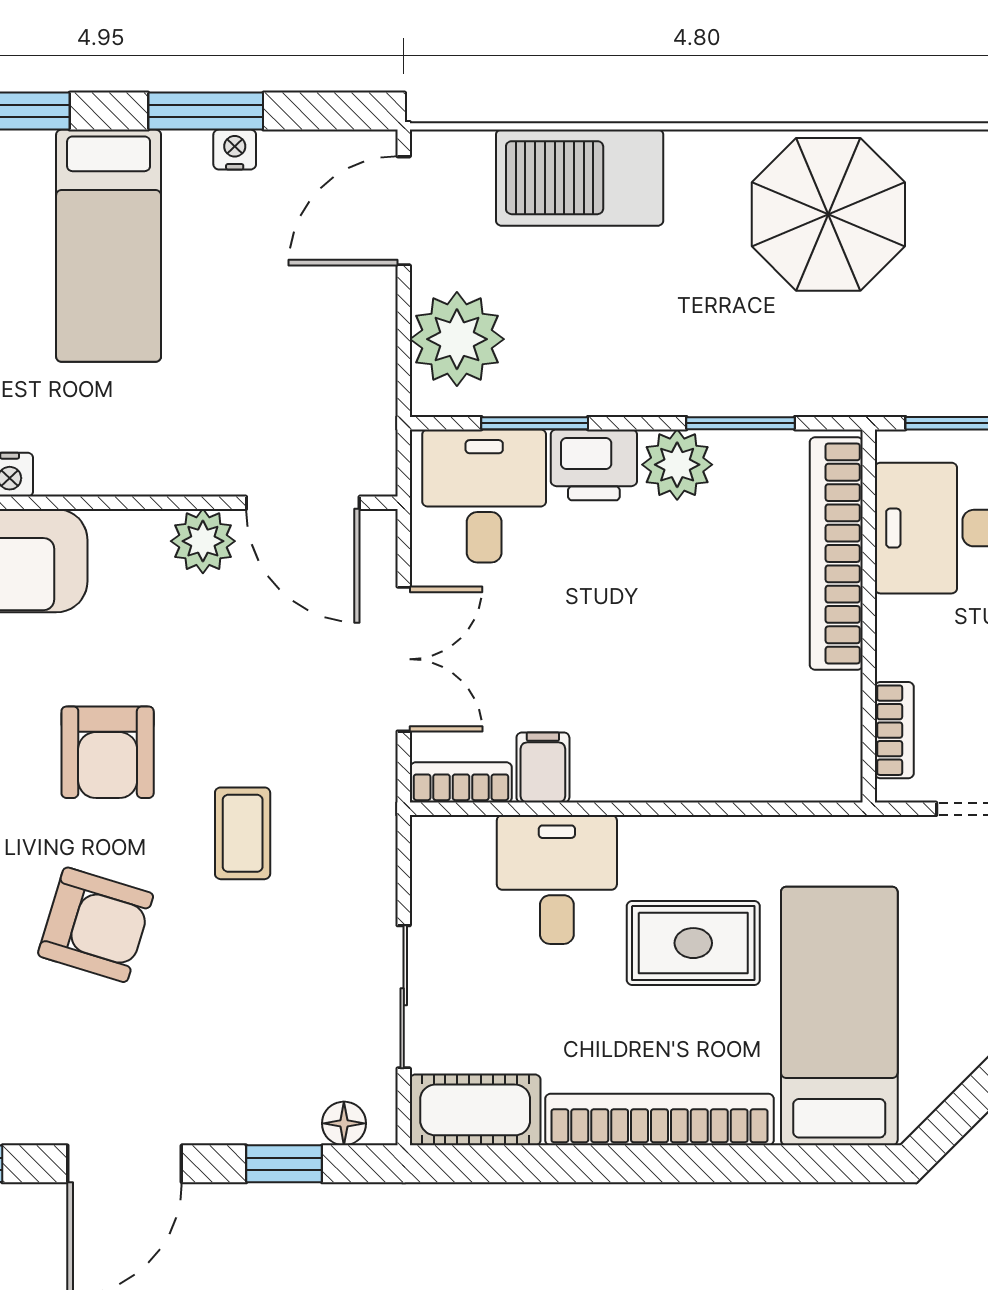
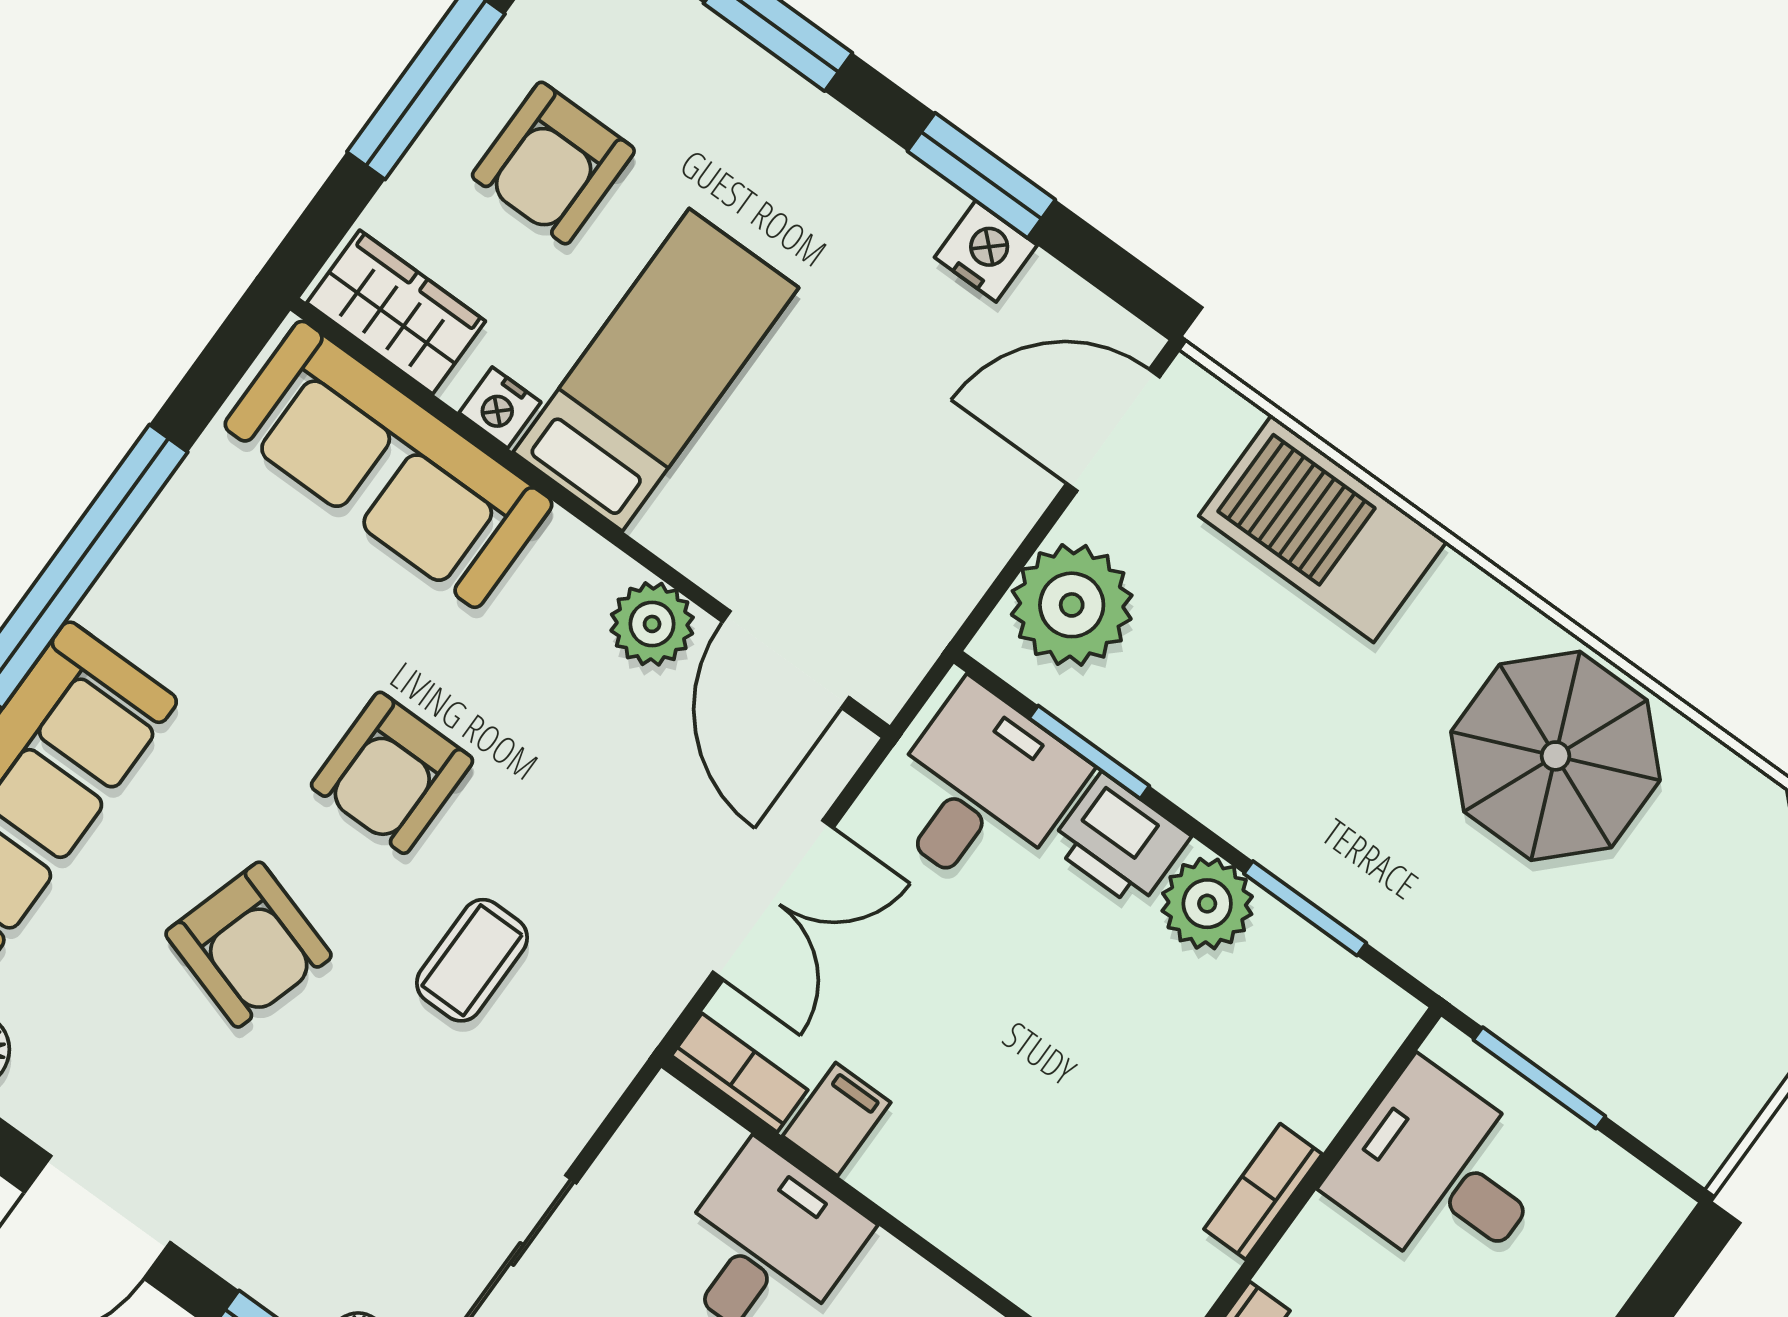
nightstand: (235, 150) -> (986, 251), width x1.39, depth x1.35
bed: (109, 246) -> (656, 370), moved, turned 180
bookcase: (836, 553) -> (1263, 1192), width x0.43, depth x0.76

